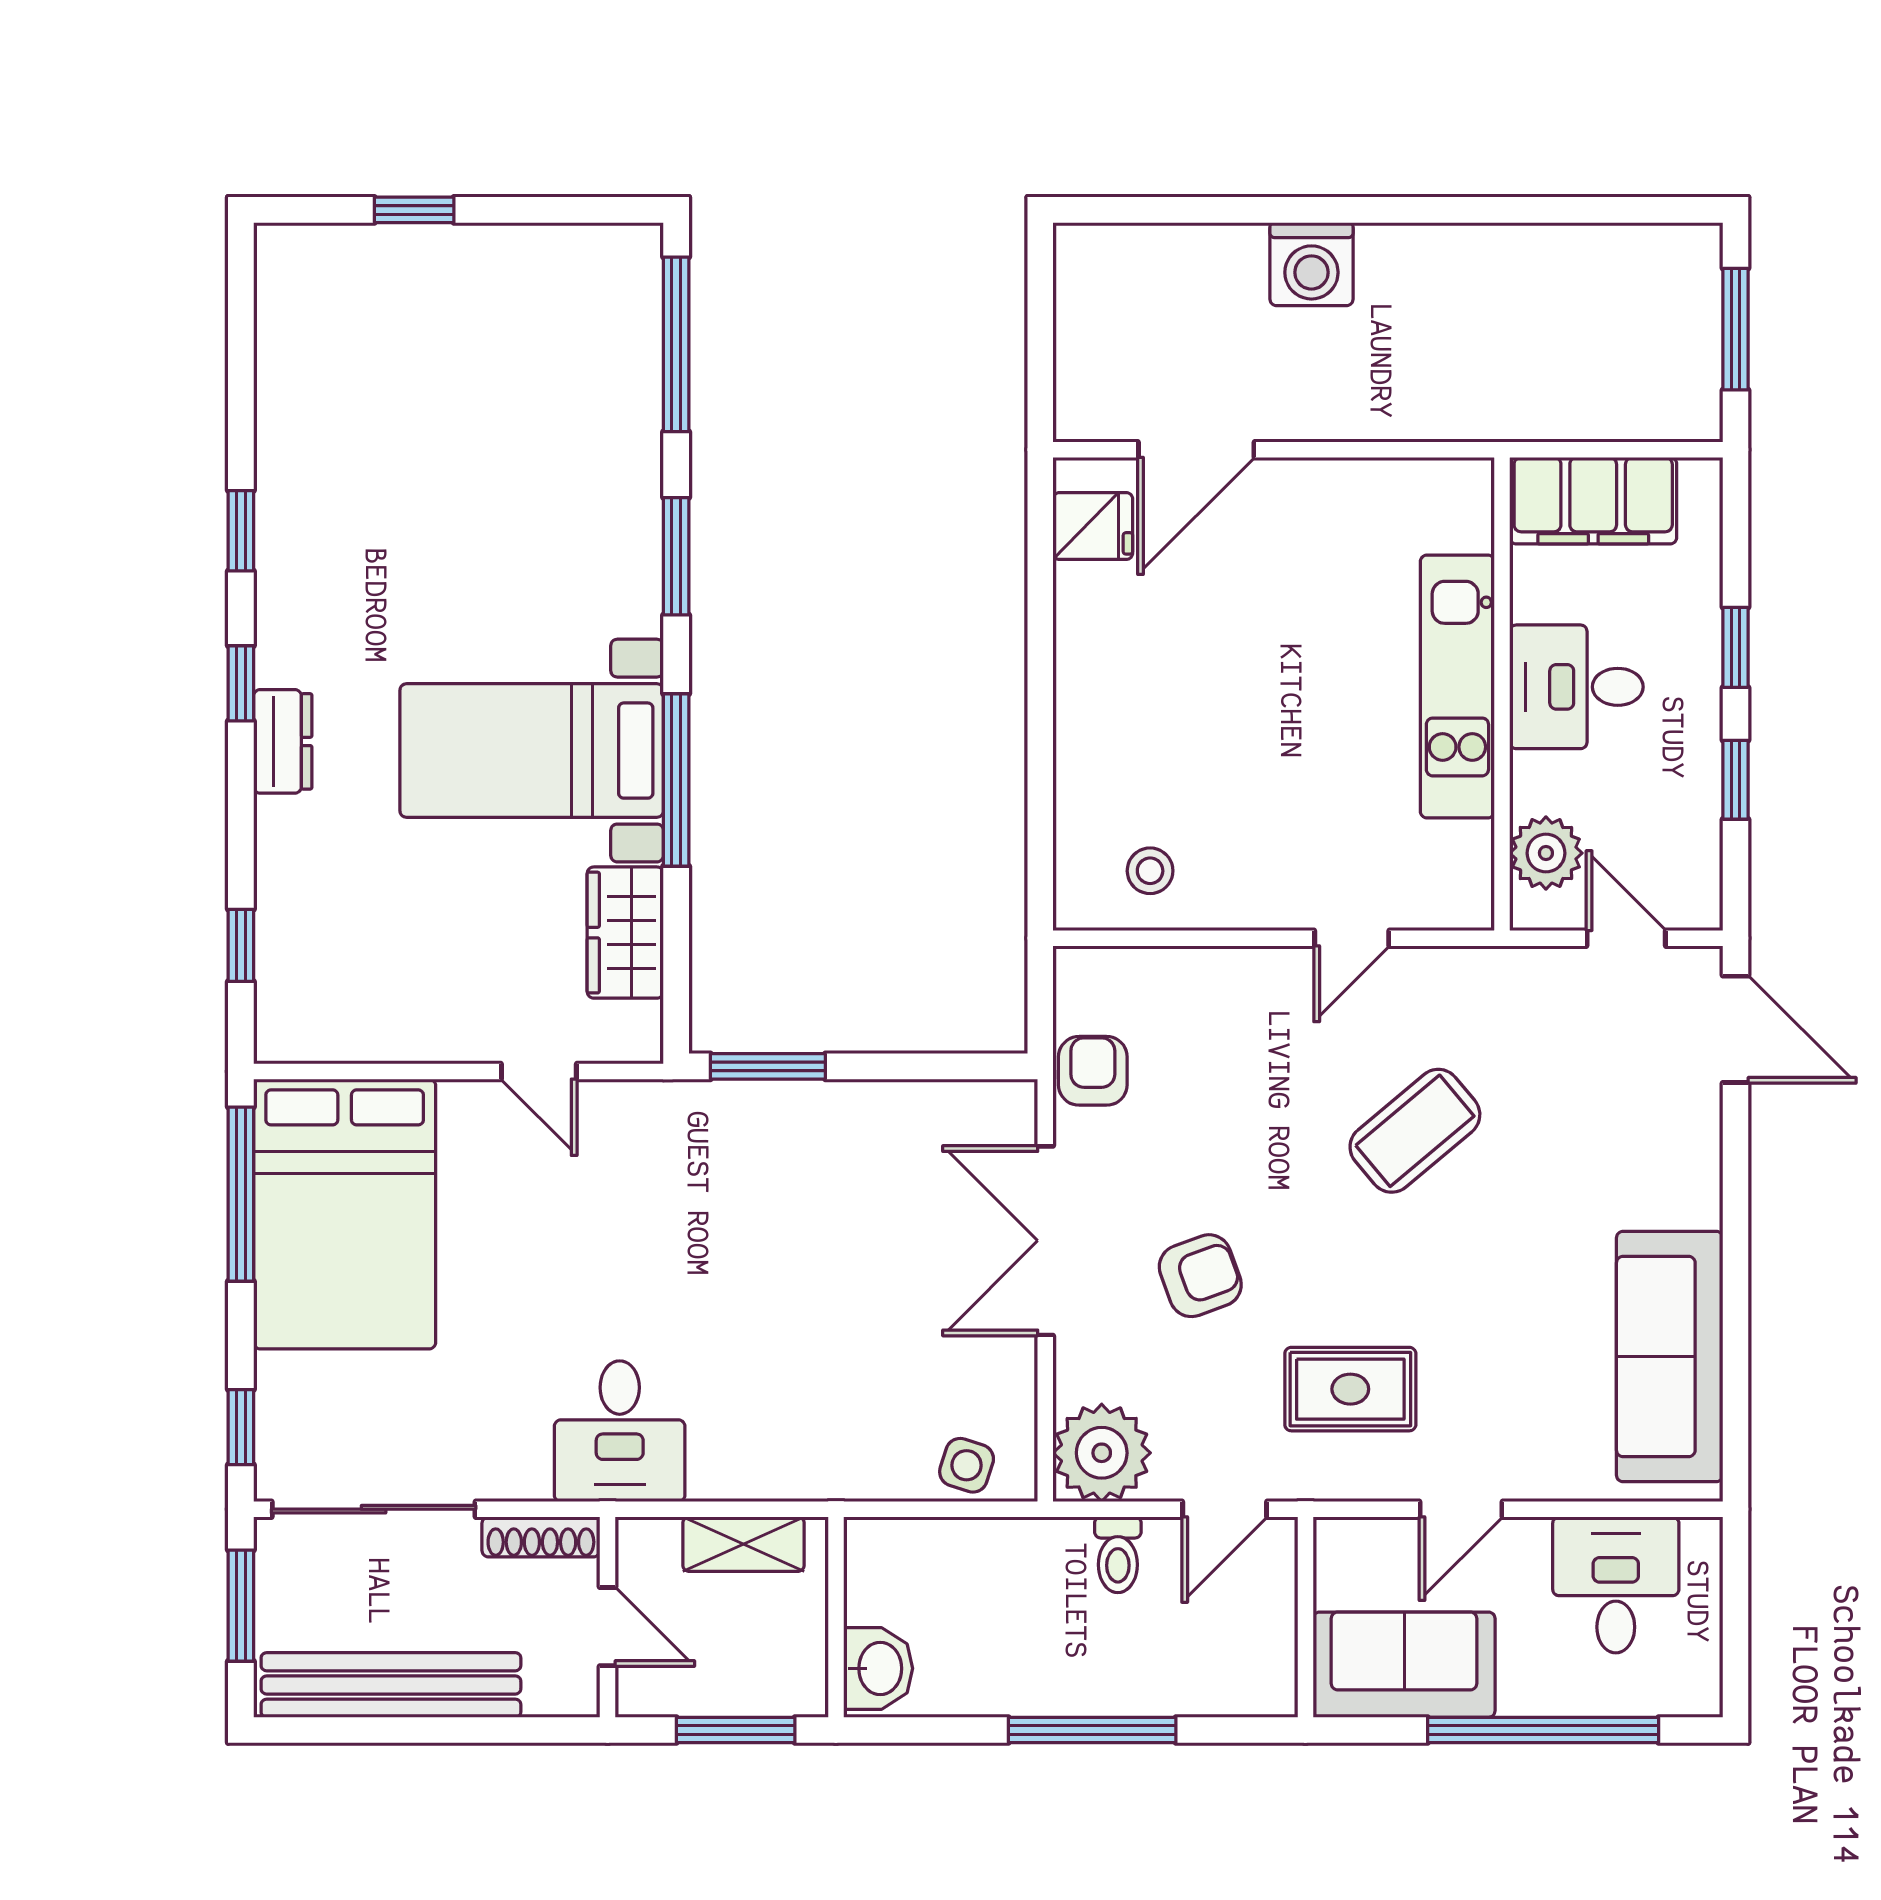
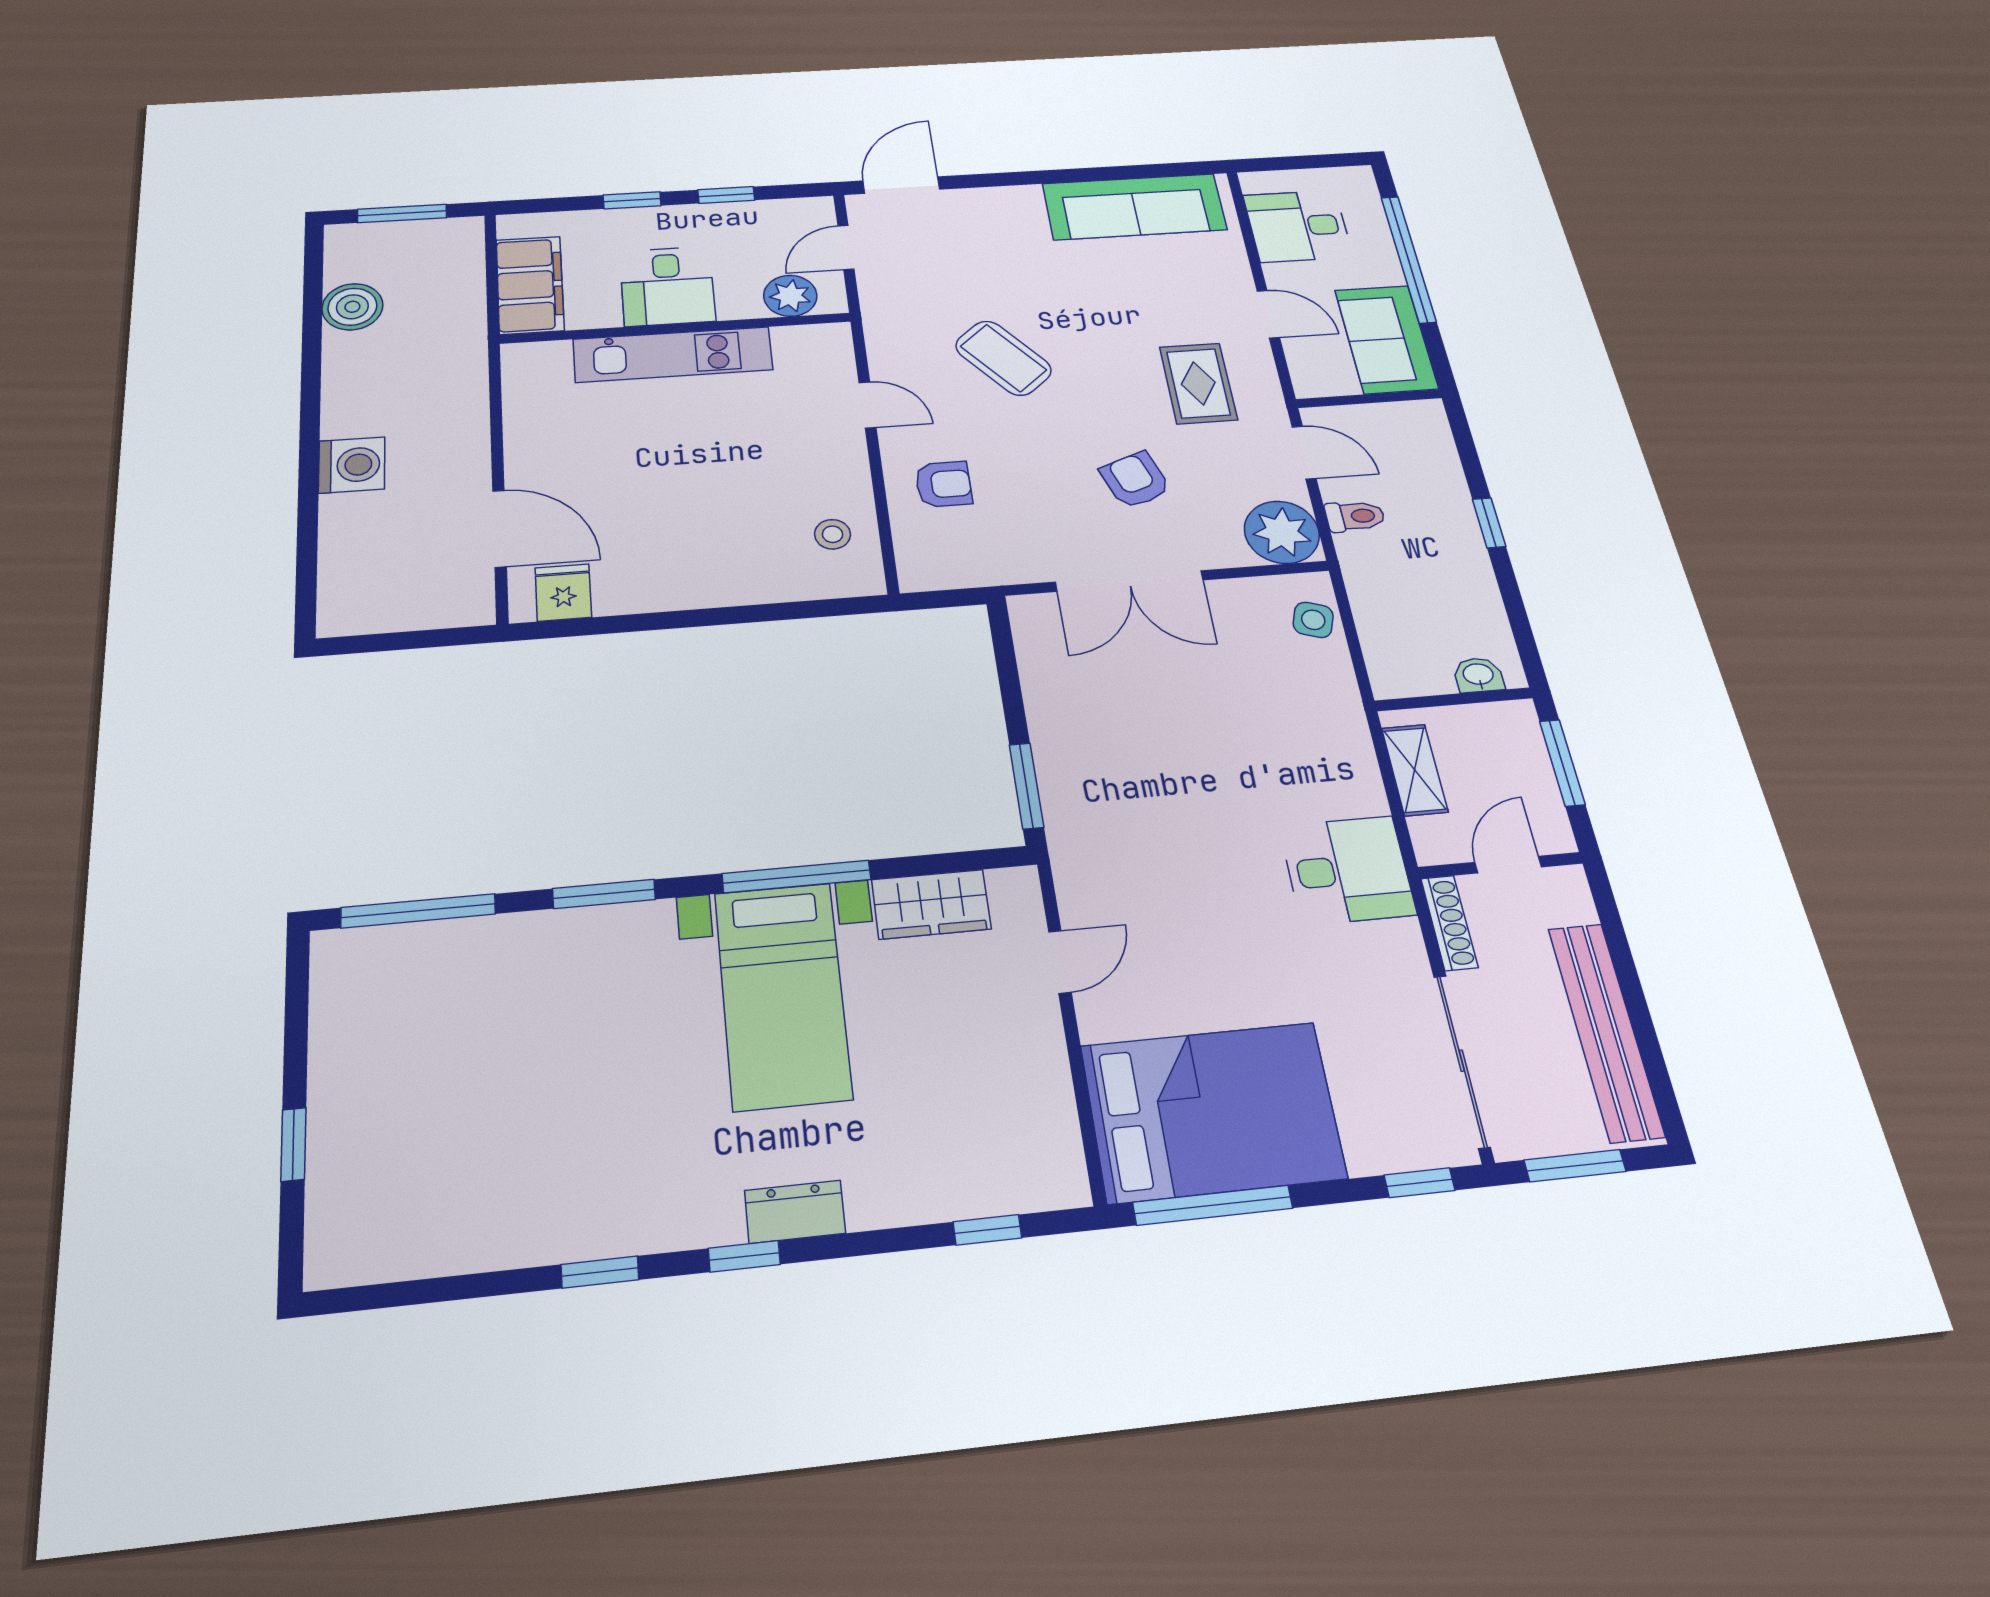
boiler: (1574, 263) -> (352, 307), added
armchair: (1093, 1071) -> (944, 484), moved, turned 180
washbasin: (878, 1668) -> (1478, 675), width x0.72, depth x0.69
window: (1092, 1730) -> (1489, 523), width x0.46

